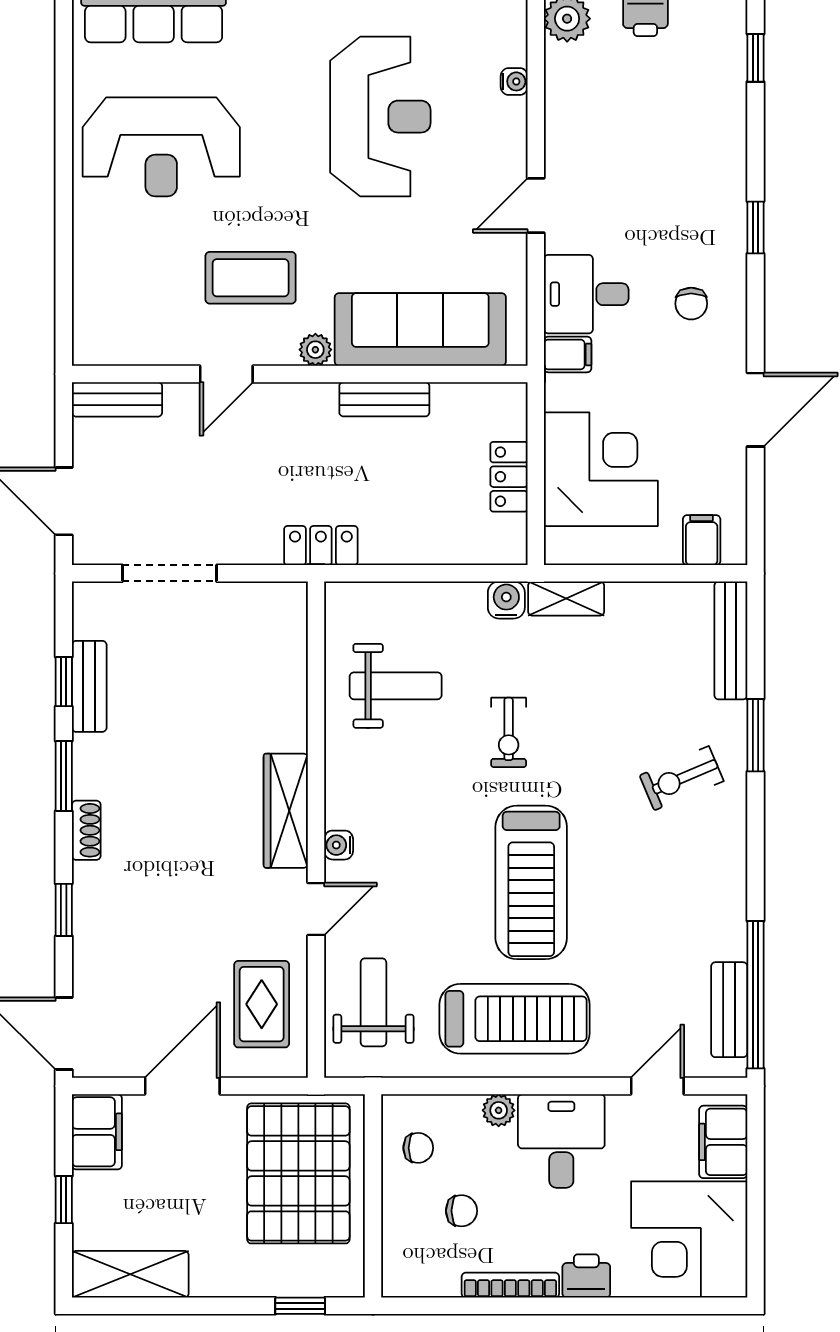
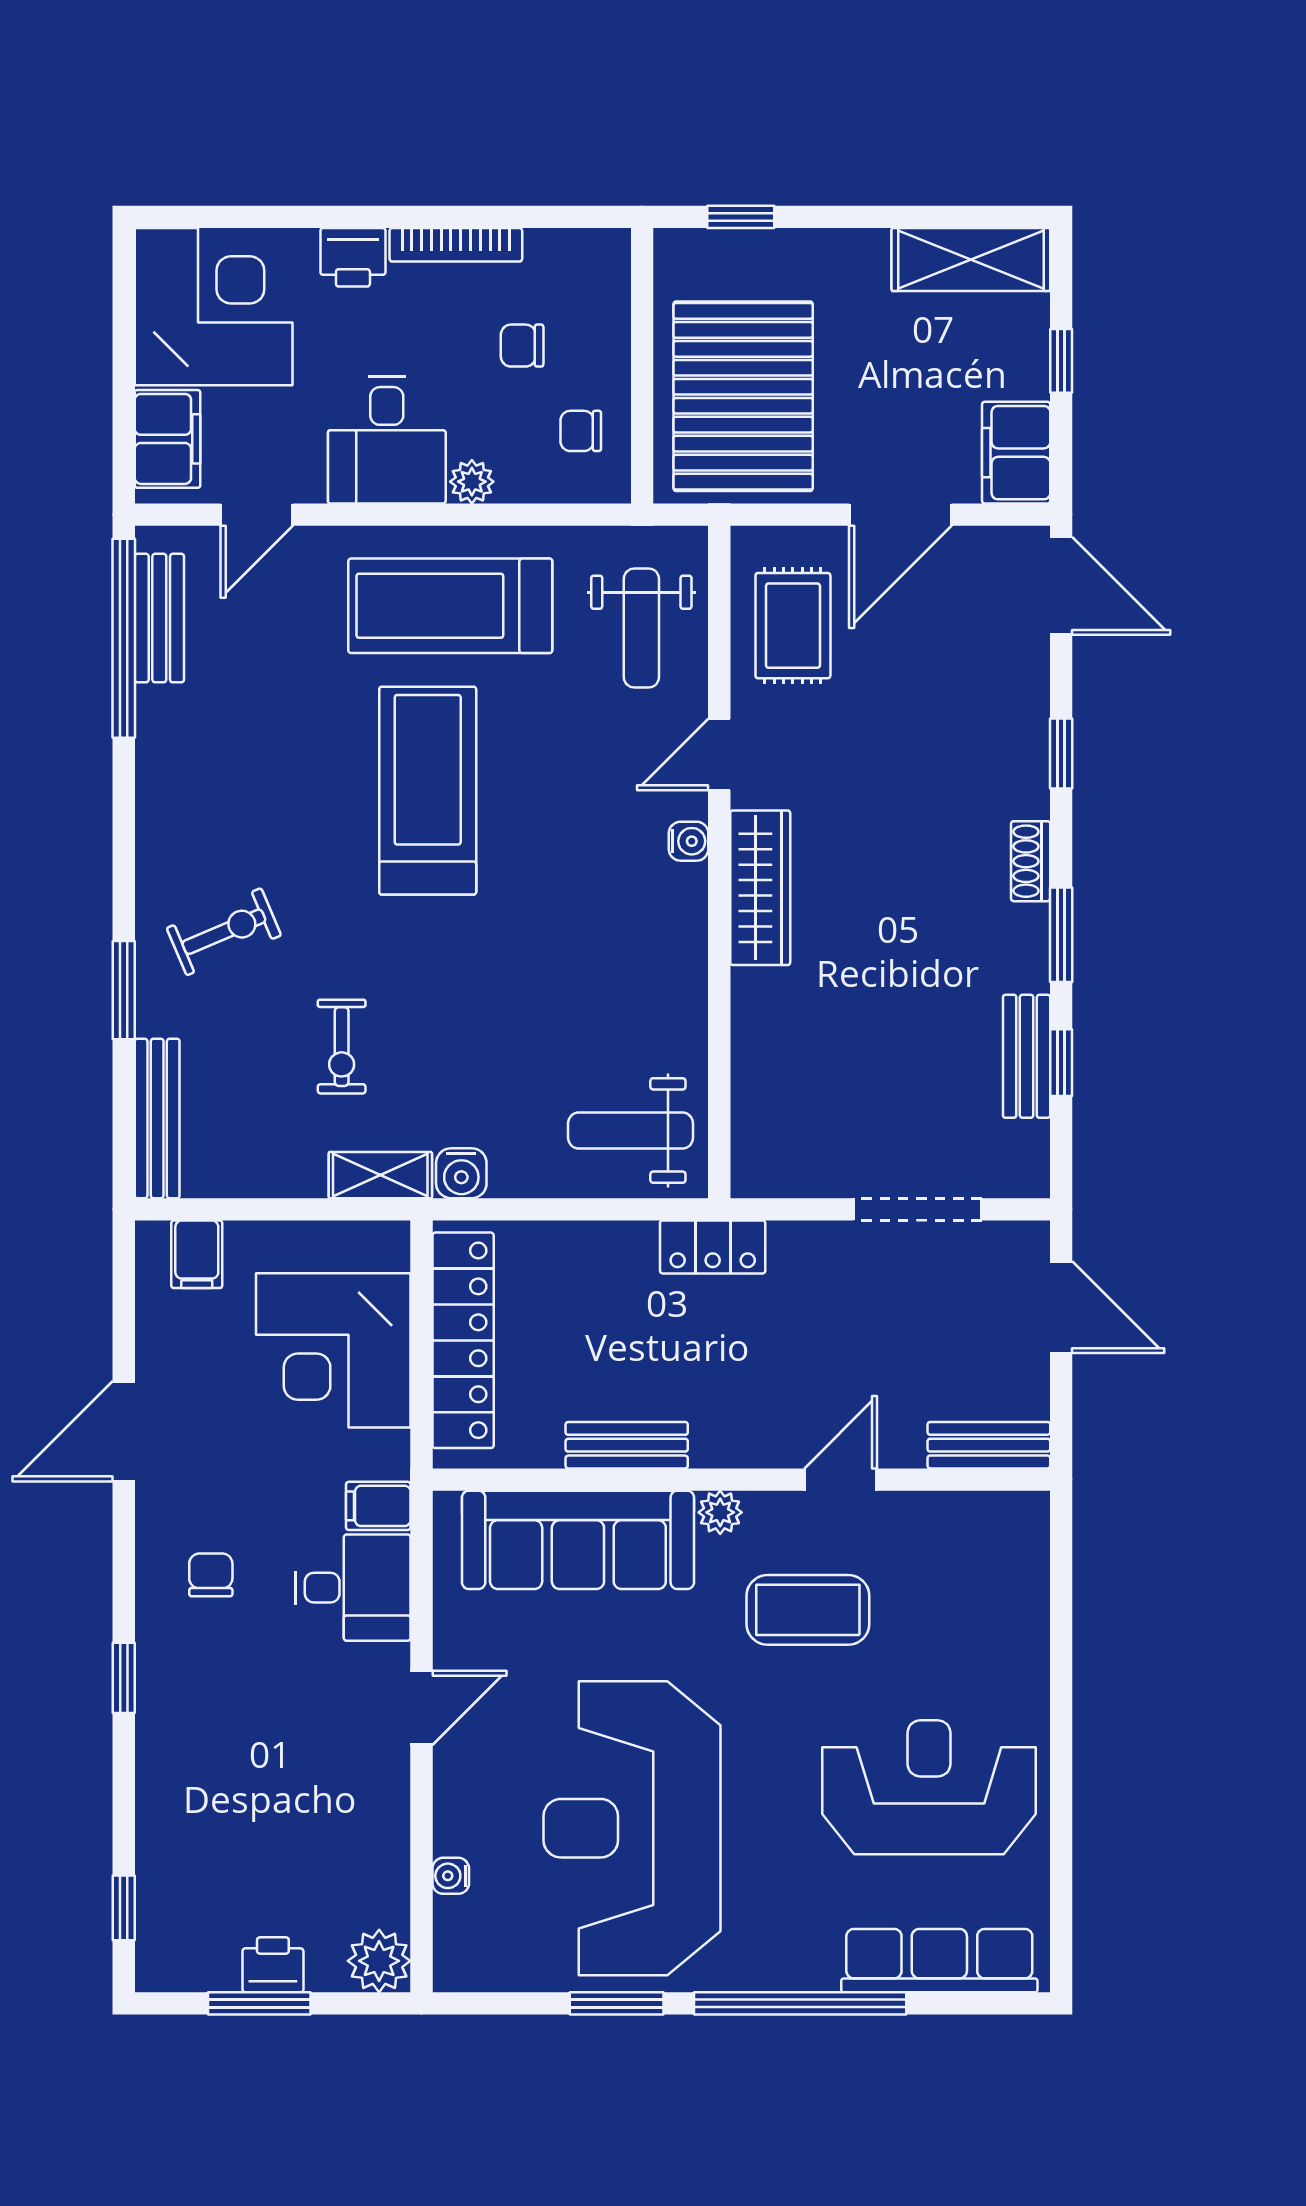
reception desk: (380, 117) -> (632, 1828), width x1.36, depth x1.30
locker: (509, 477) -> (463, 1340), width x2.16, depth x1.21
weight bench: (396, 686) -> (631, 1131), moved
exercise bike: (509, 732) -> (342, 1047), moved, turned 180

